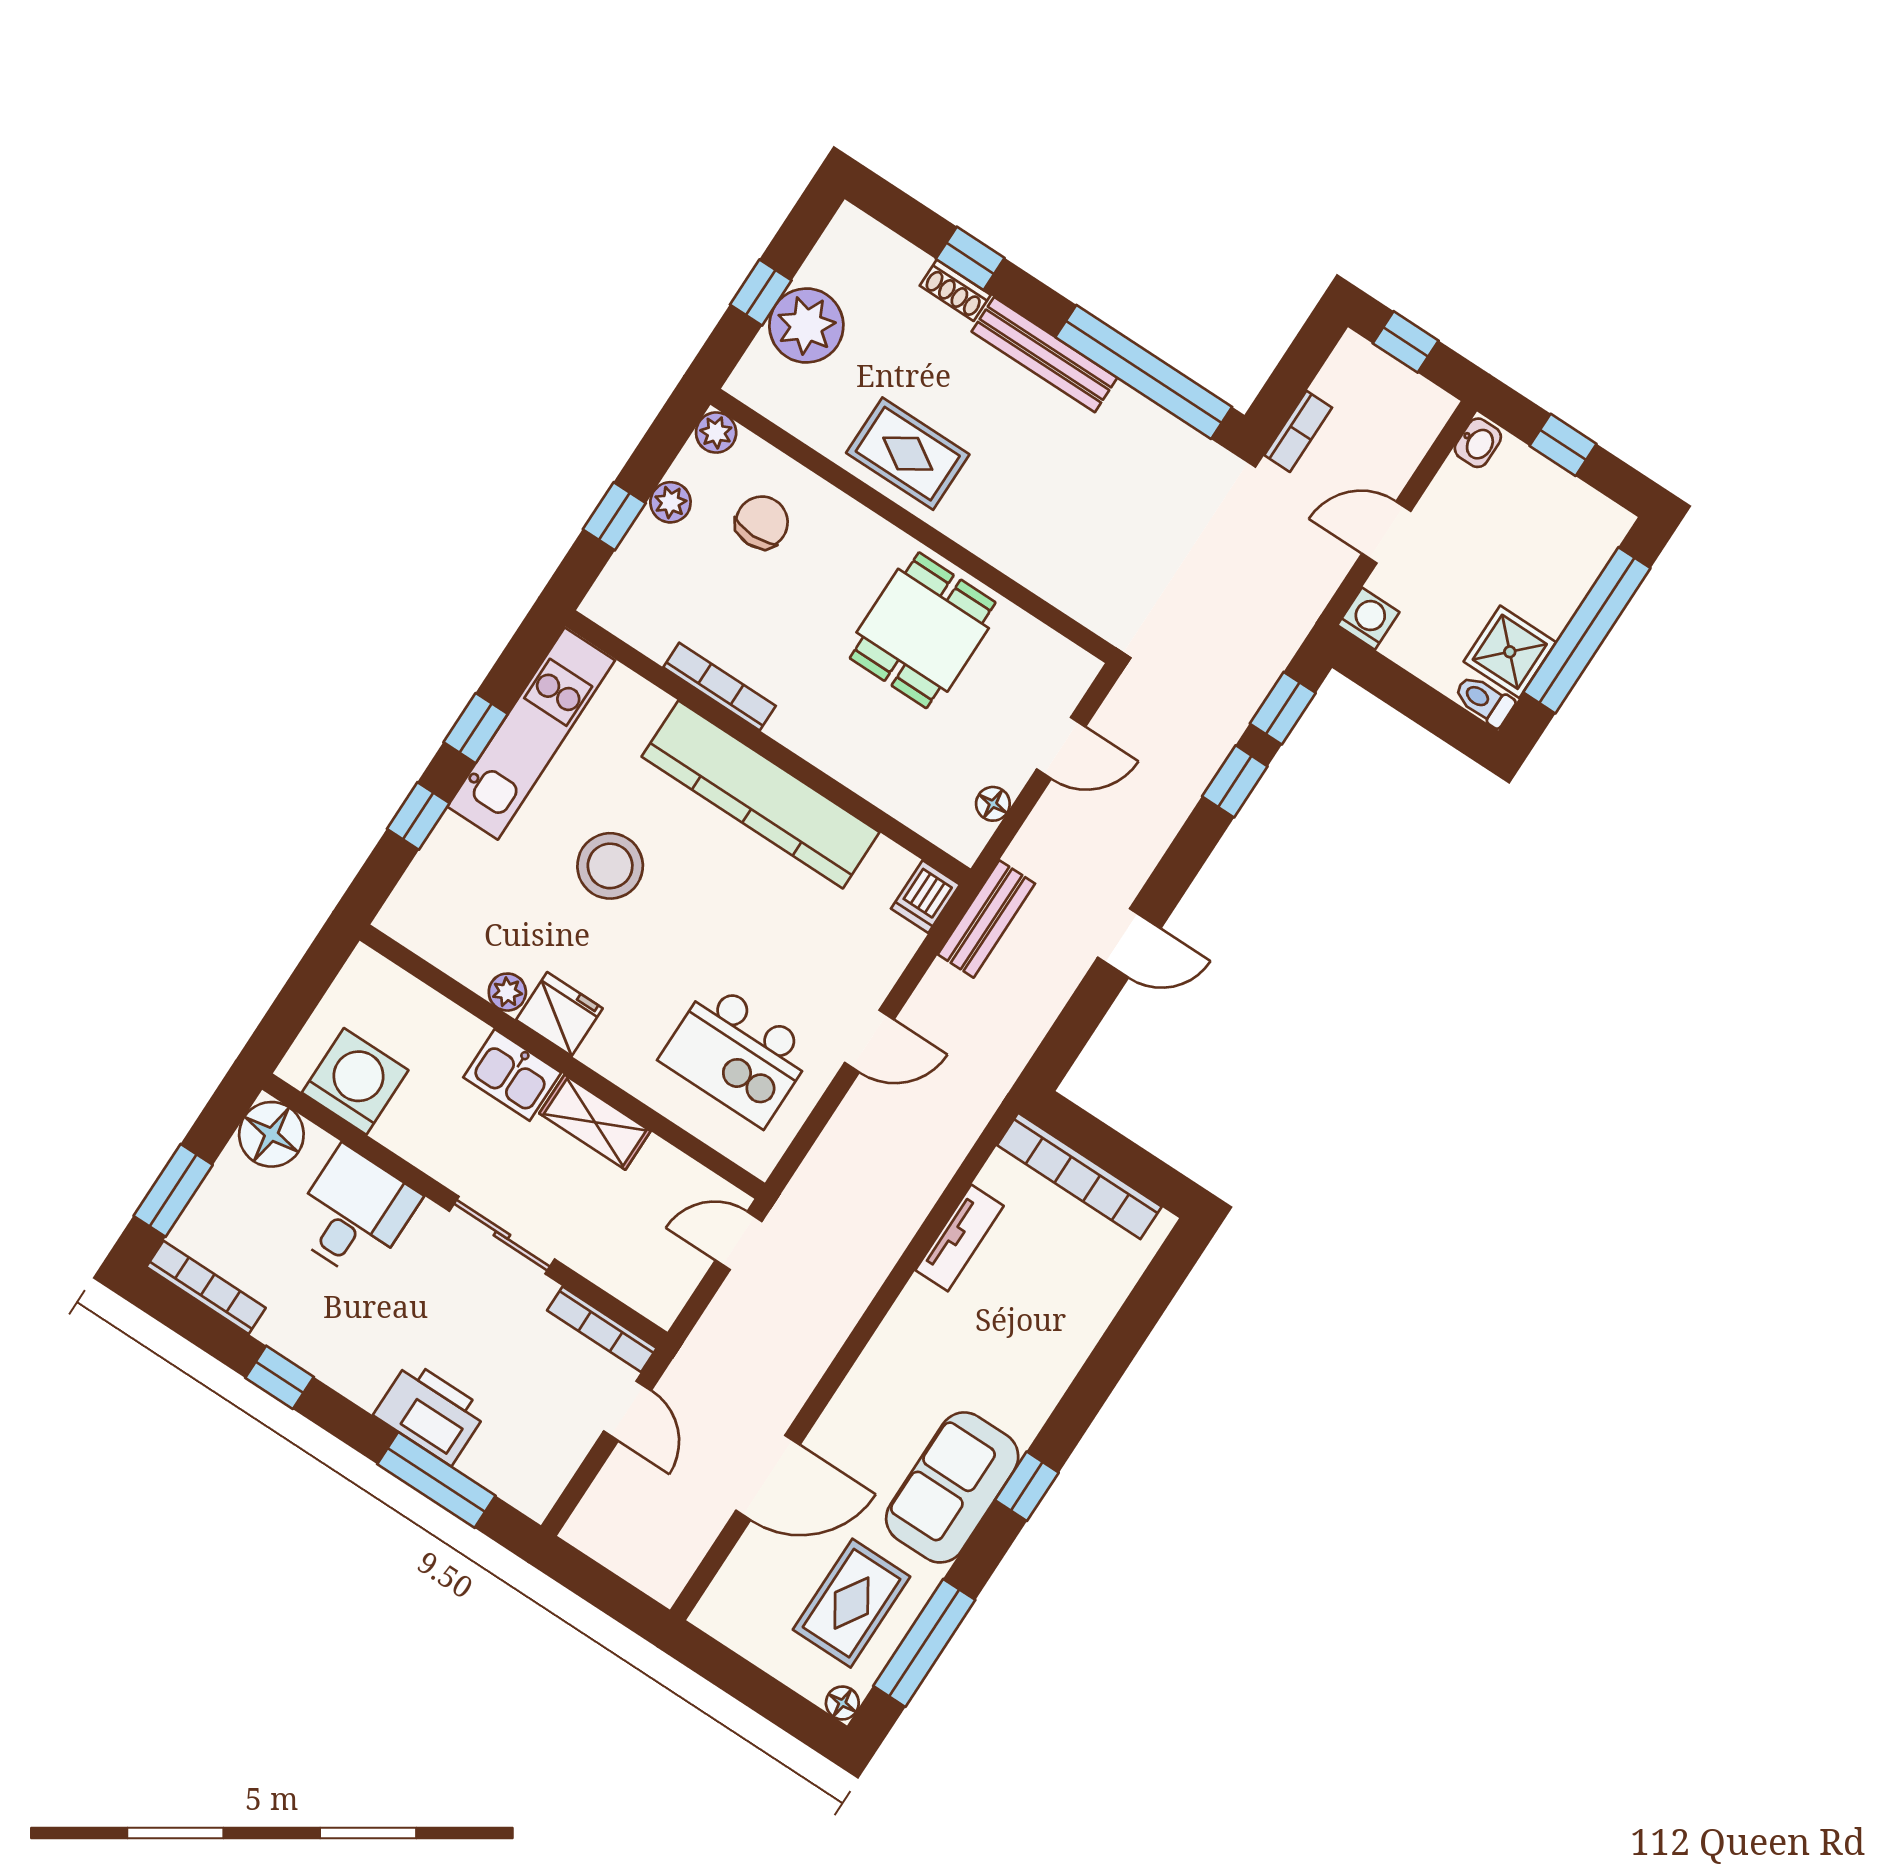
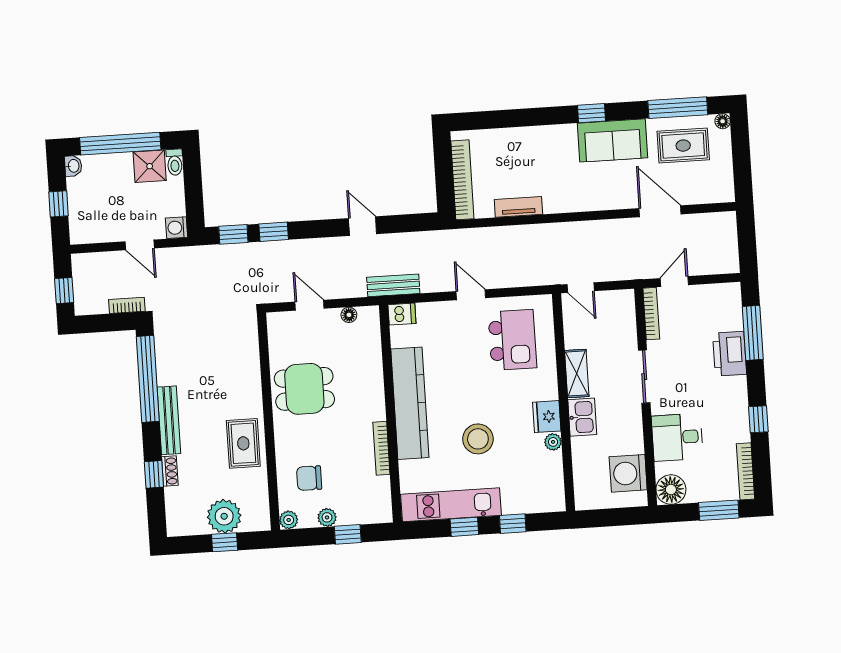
washbasin: (1478, 443) -> (73, 166), moved, turned 90

